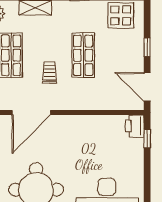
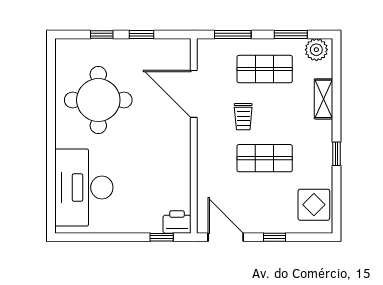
trolley: (50, 73) -> (243, 117), turned 90
door: (147, 87) -> (226, 237), hinge flipped

